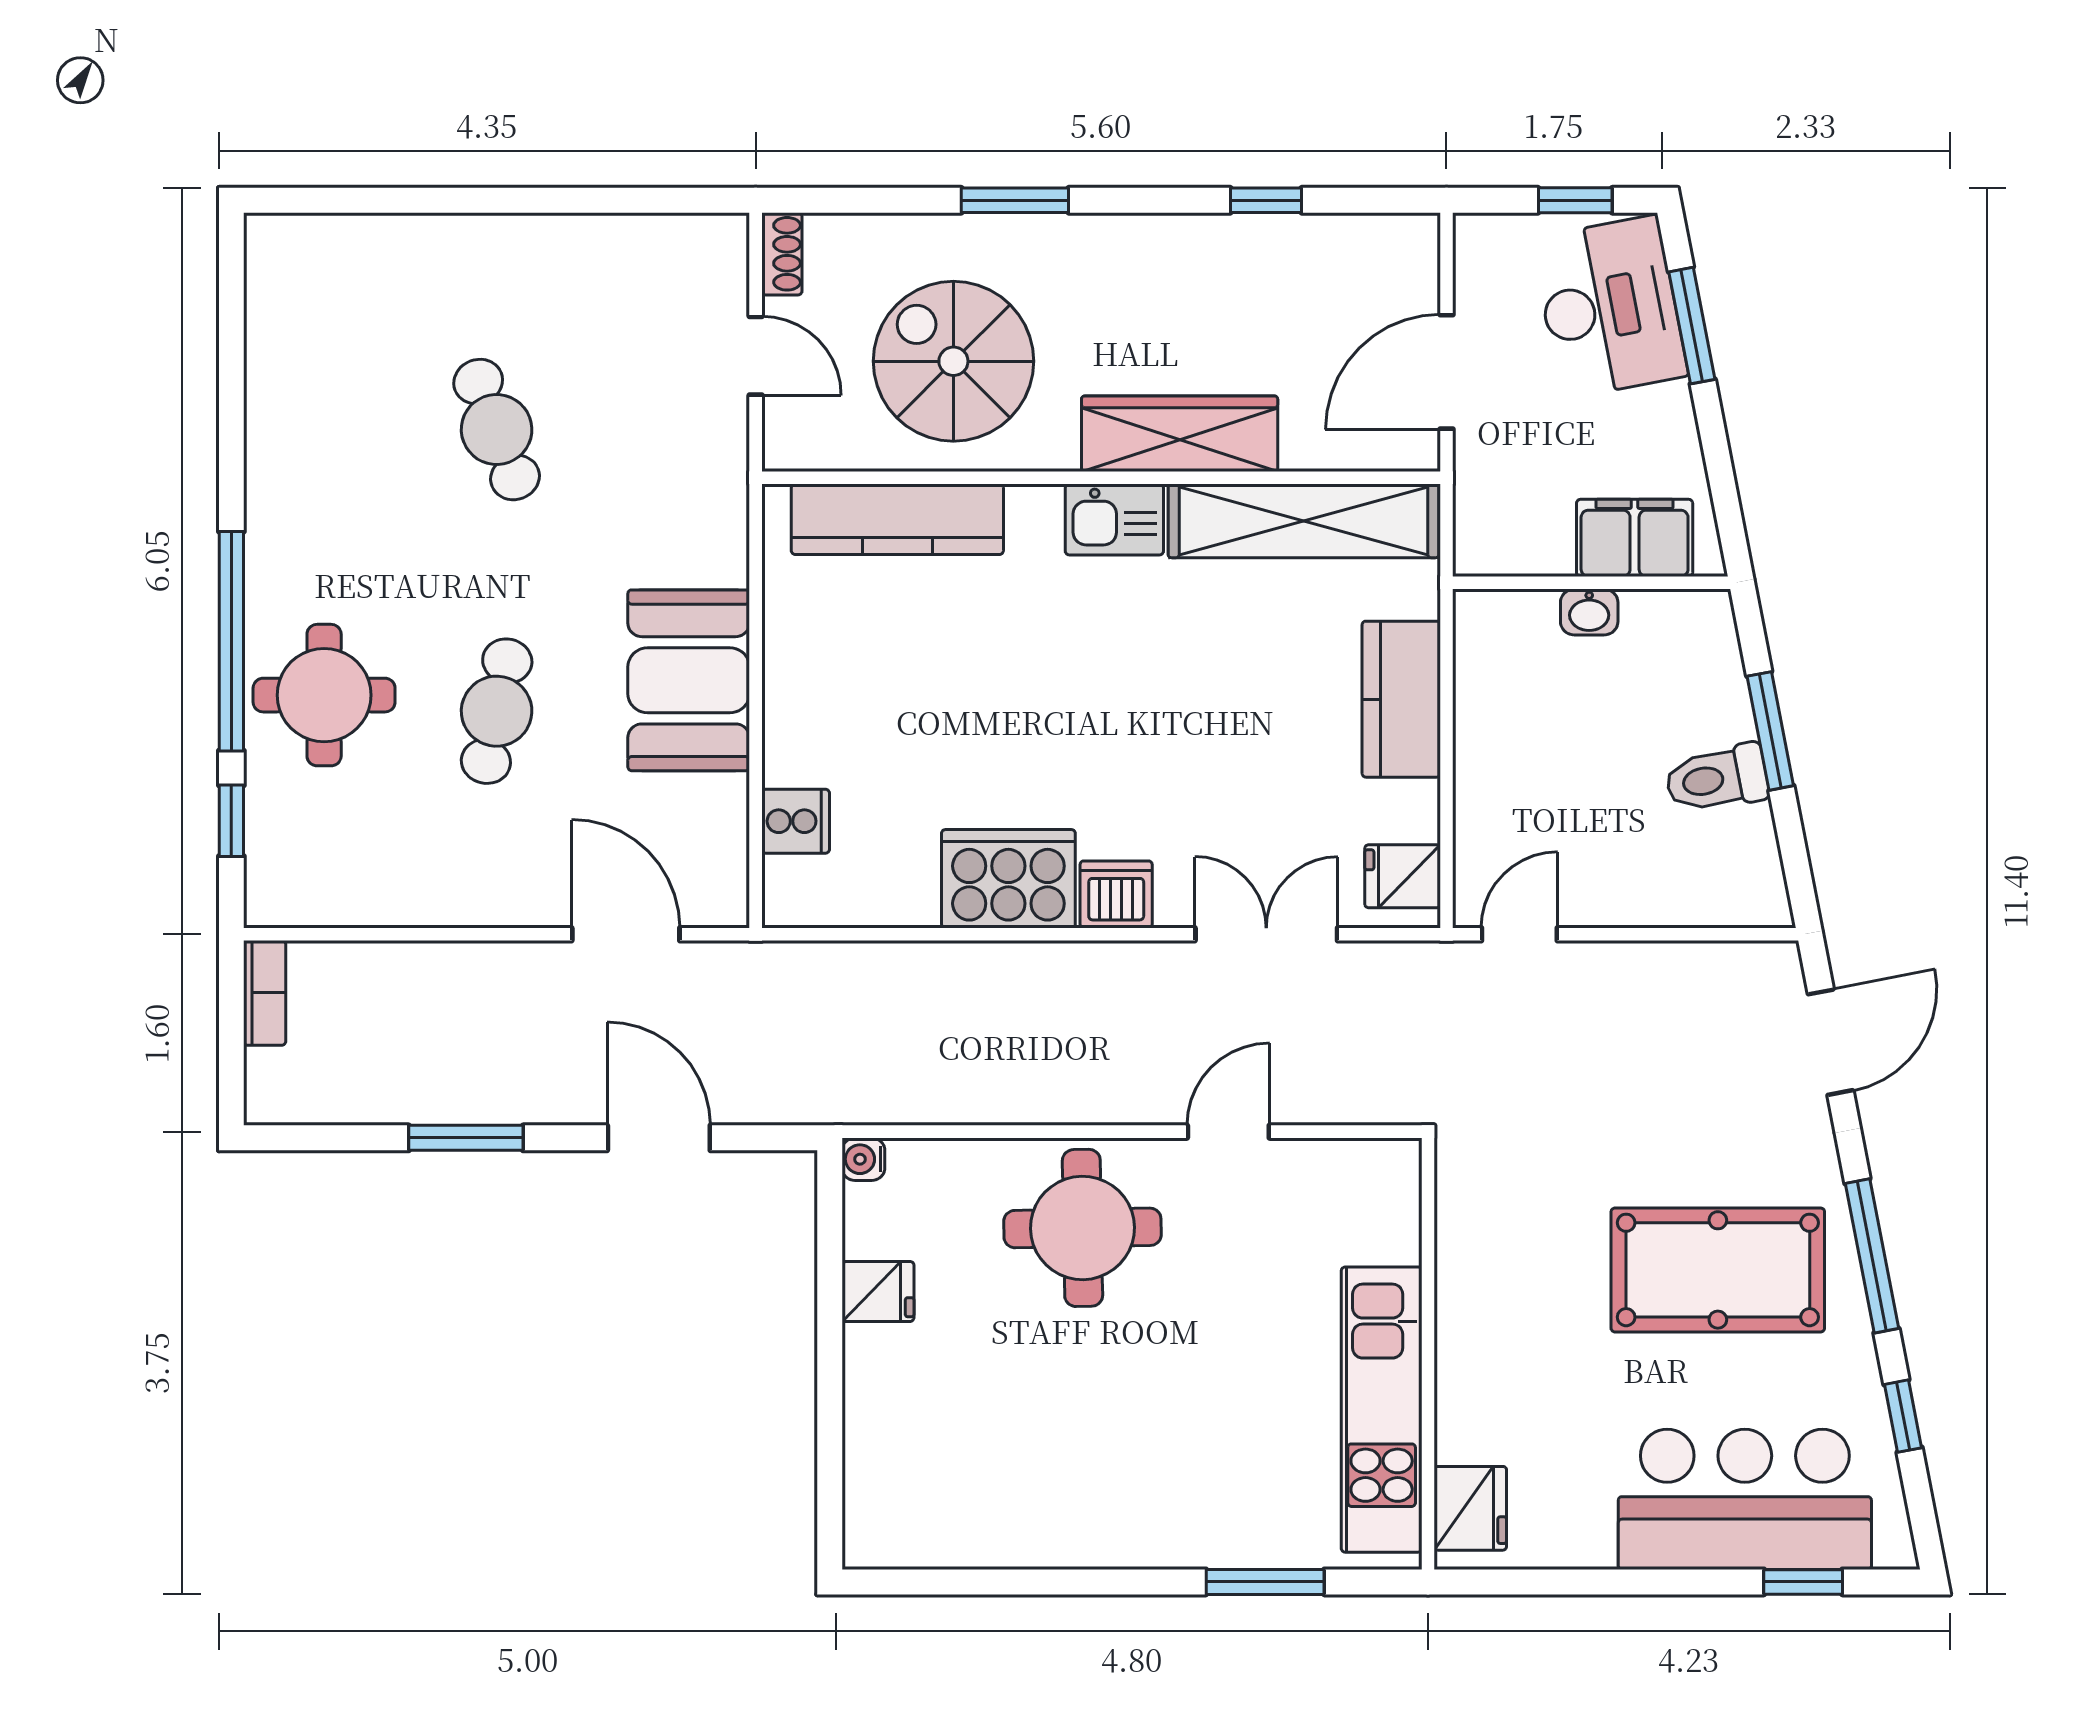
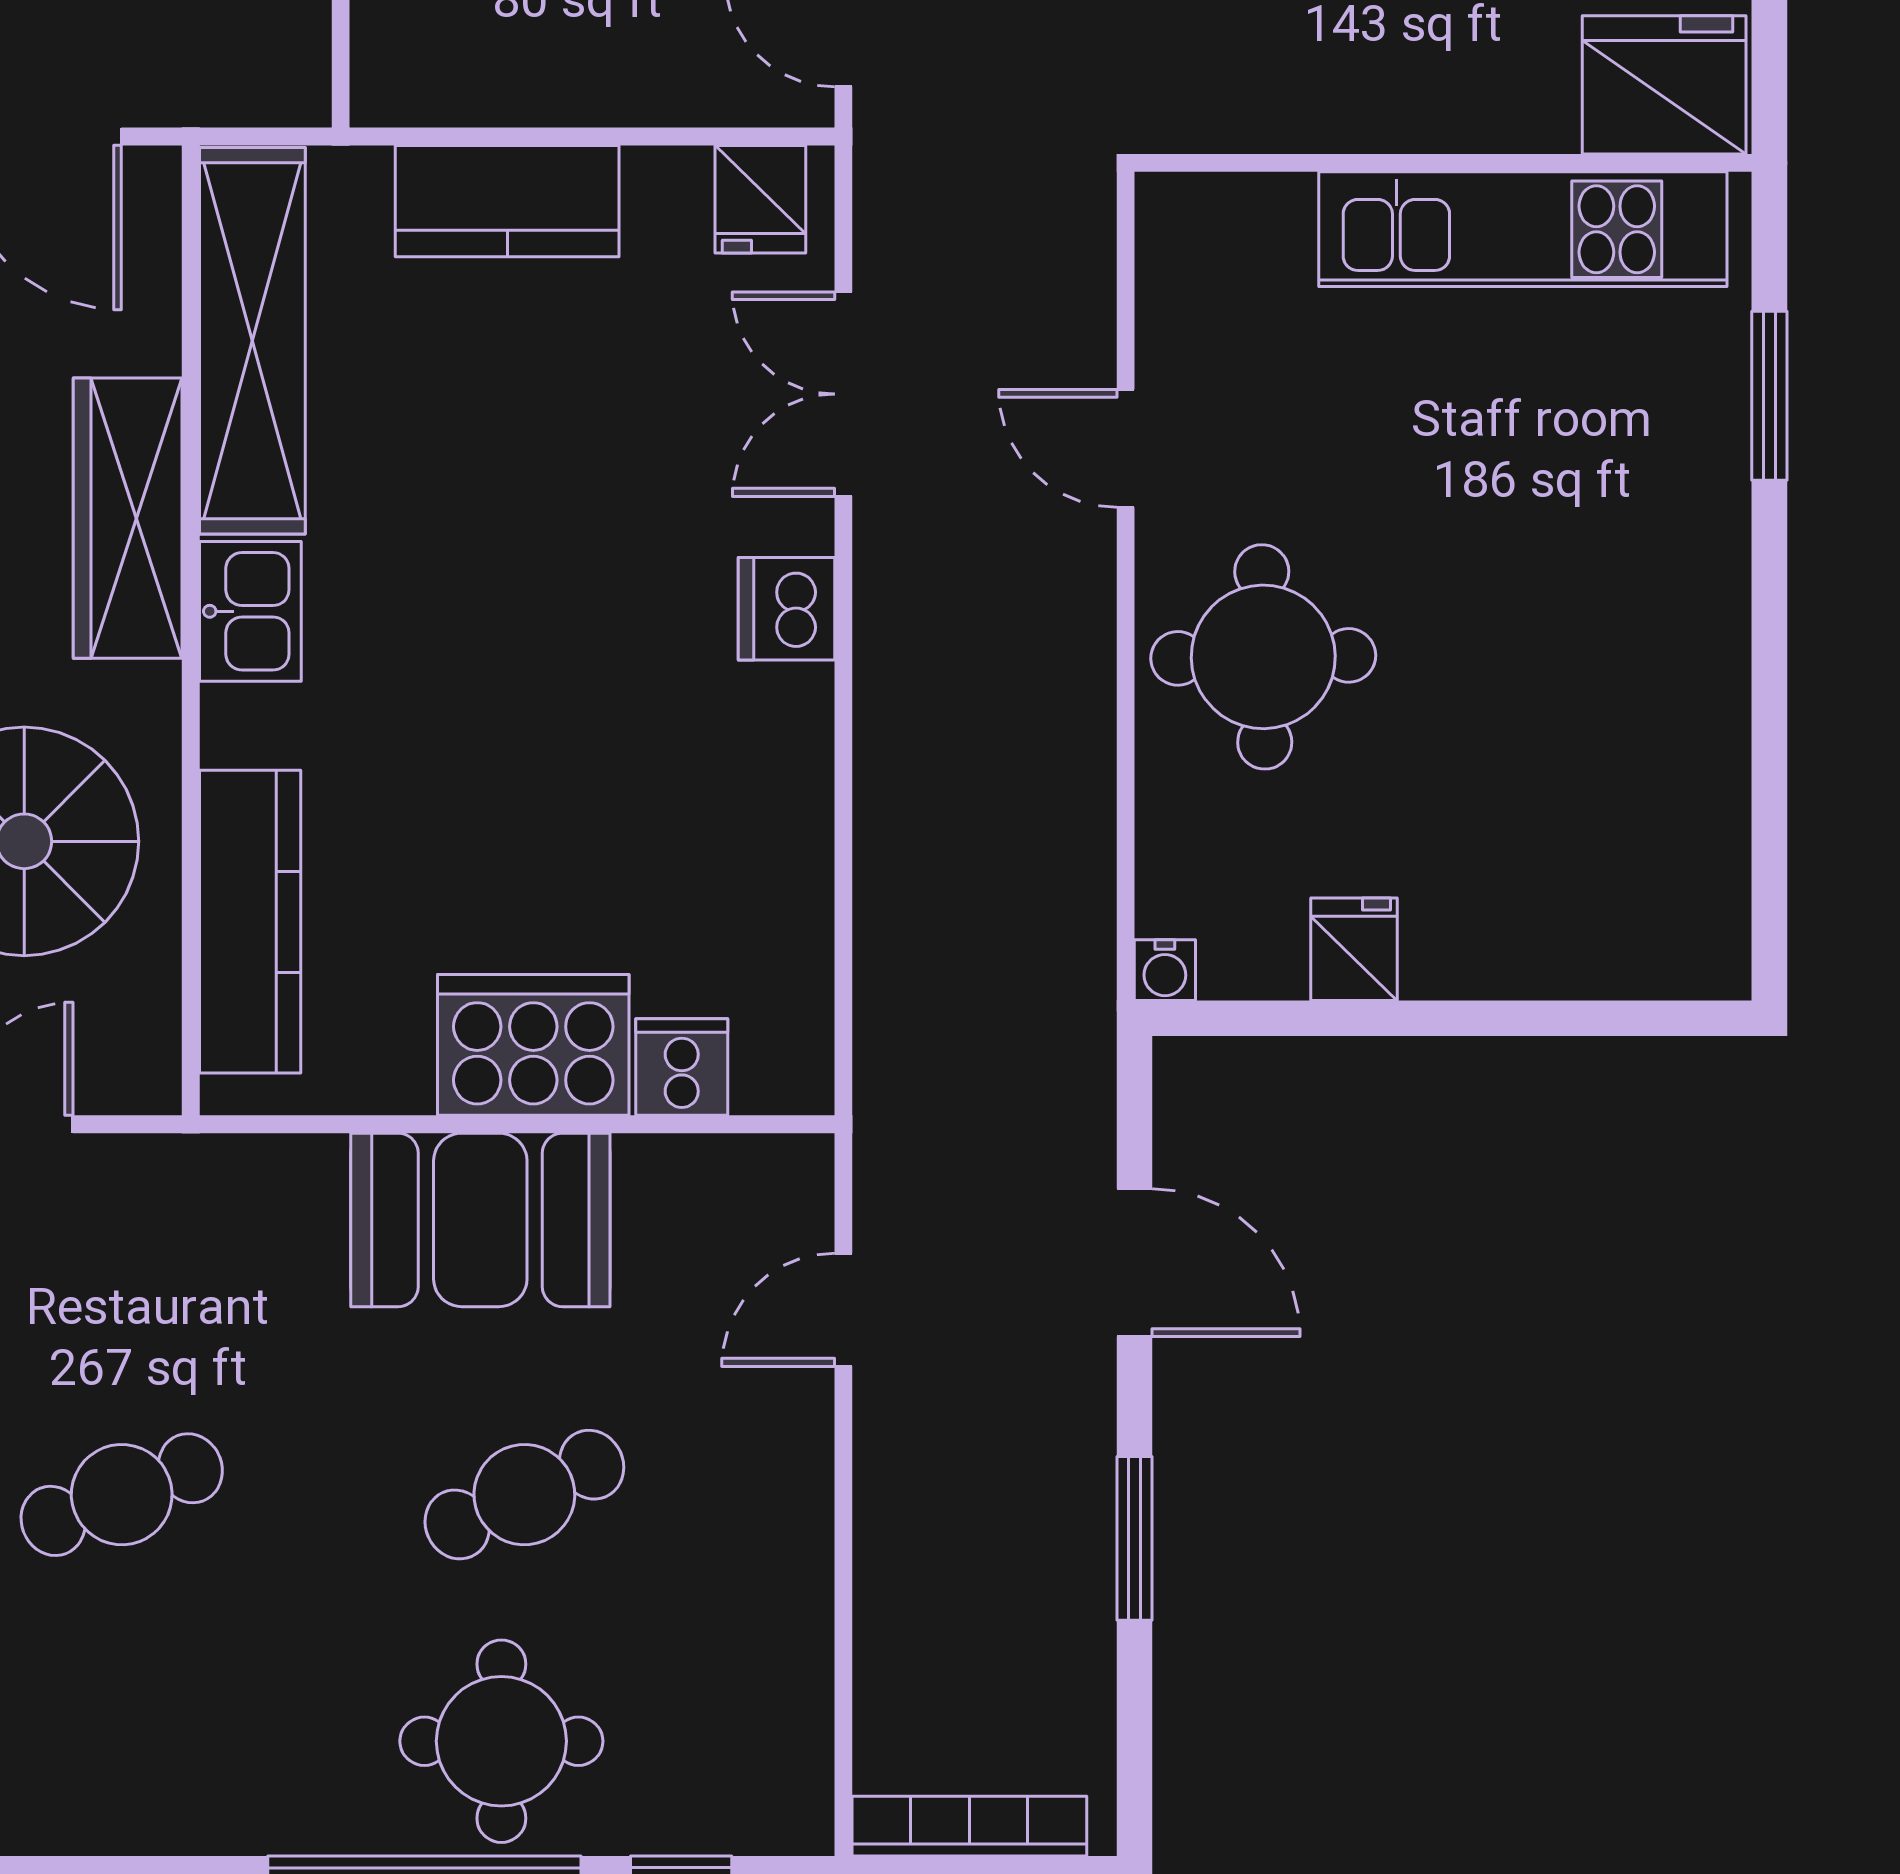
cafe table: (497, 711) -> (524, 1495), turned -36
cooker: (1008, 879) -> (533, 1045), moved, turned 90
door: (626, 934) -> (843, 1310), width x0.73
bookcase: (265, 993) -> (969, 1826), width x1.56
door: (659, 1138) -> (1134, 1263), swing flipped
fridge: (1470, 1508) -> (1664, 85), width x1.36, depth x1.34

